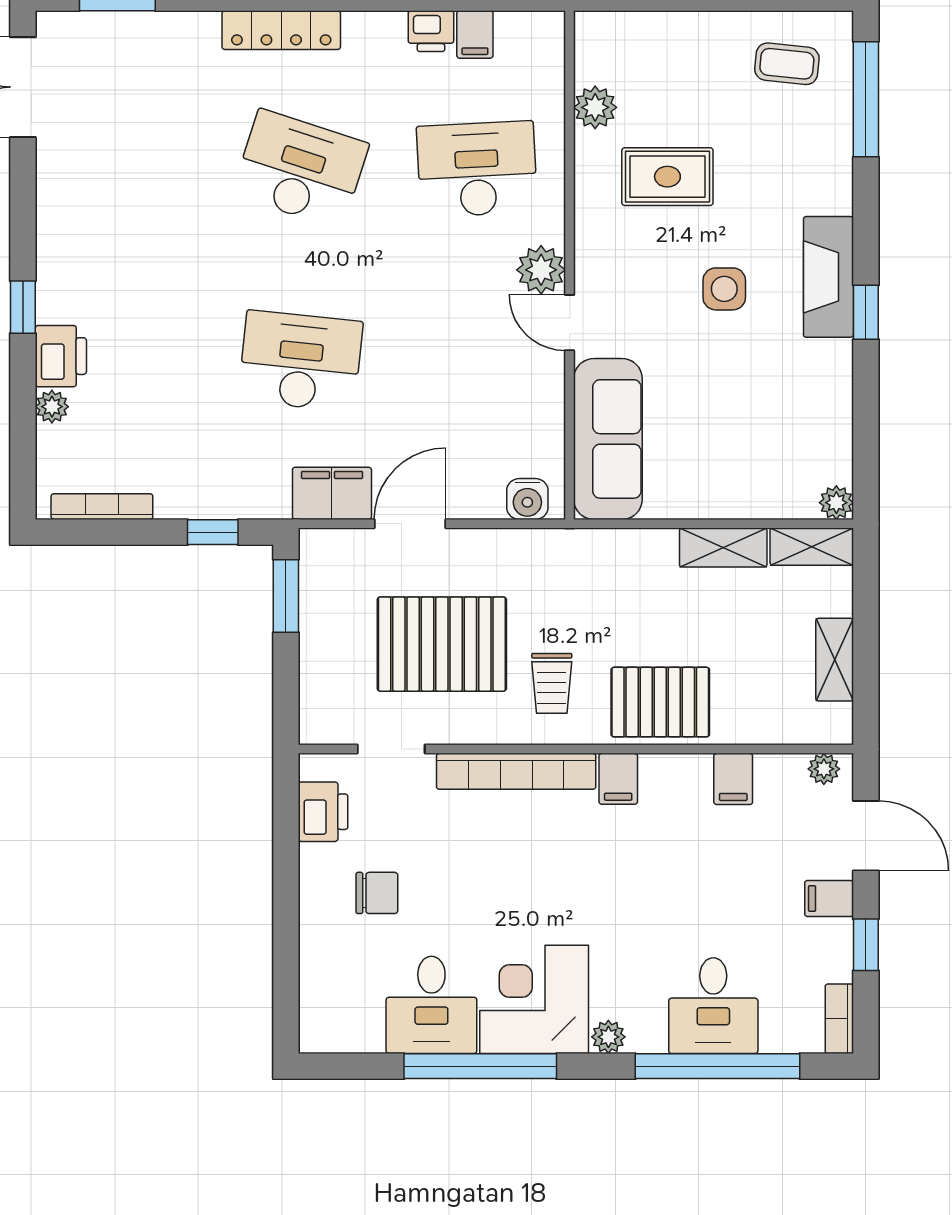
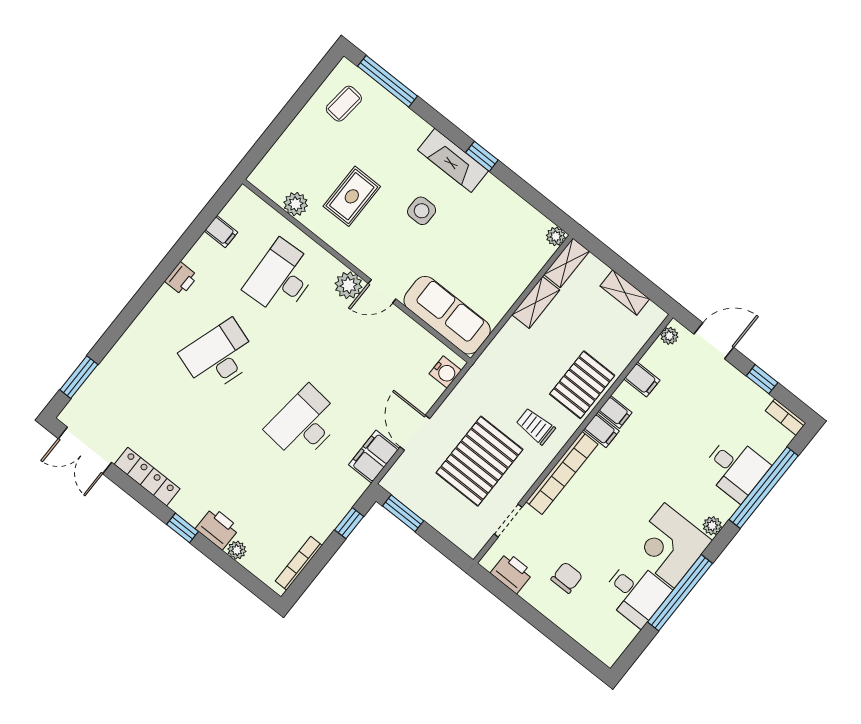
locker: (281, 30) -> (147, 477), moved, turned -90
printer: (431, 31) -> (181, 279), moved
trolley: (552, 683) -> (536, 426), turned 180
filing cabinet: (829, 899) -> (615, 412), moved, turned -90

